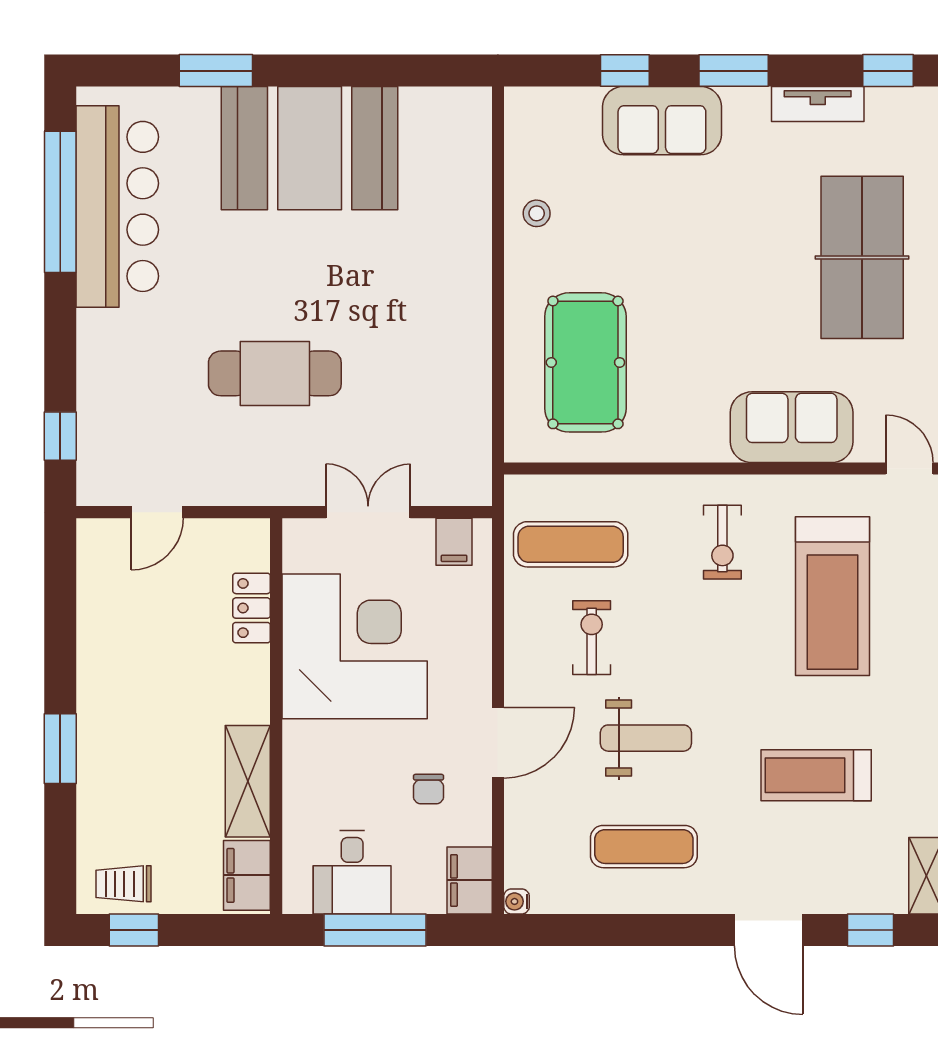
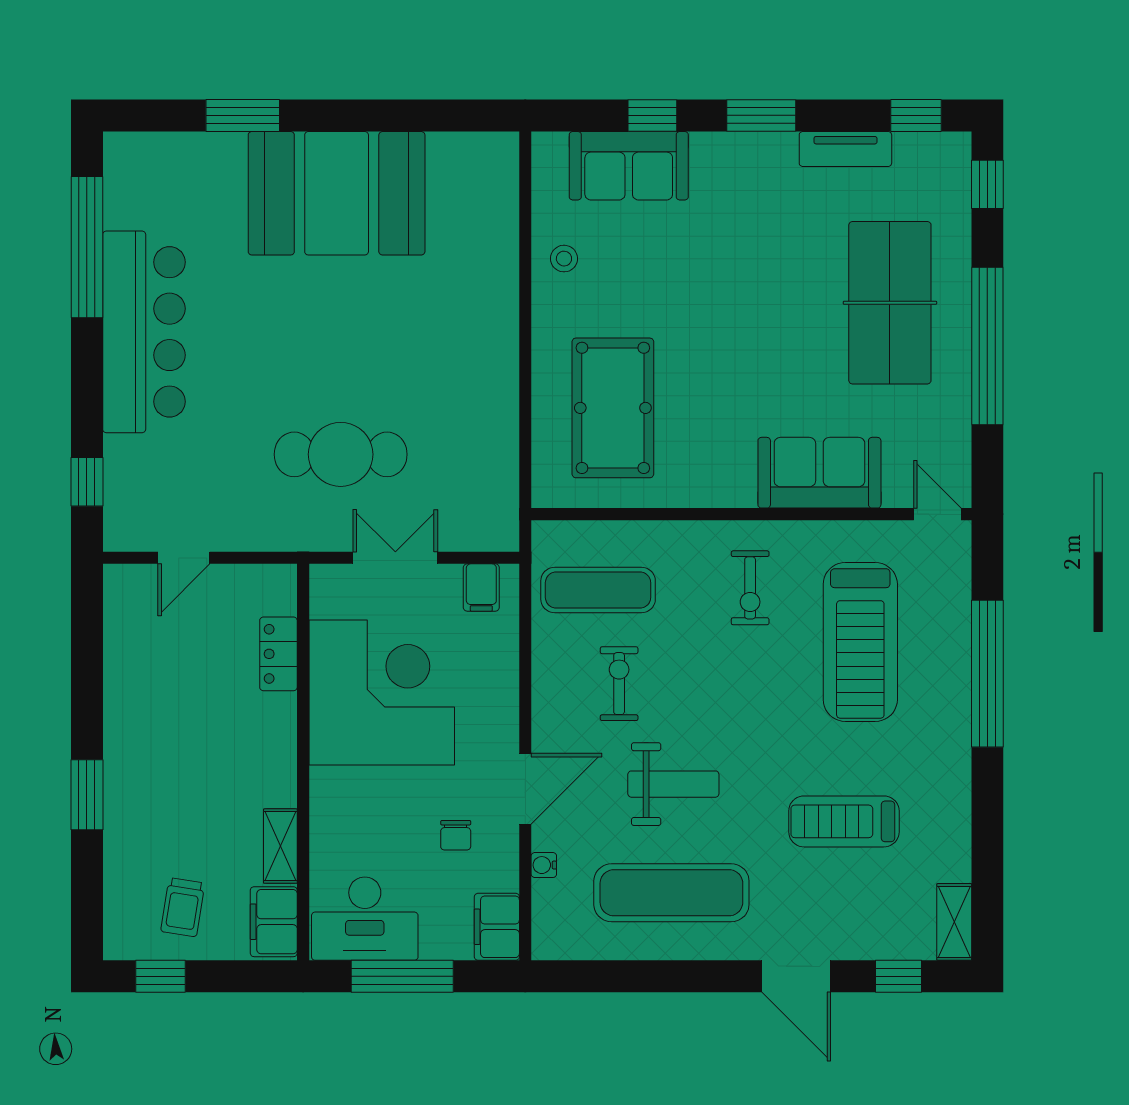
sofa: (662, 121) -> (629, 166), moved
bar counter: (117, 206) -> (144, 332), moved
cafe table: (275, 373) -> (341, 454), moved
shelving: (248, 781) -> (280, 846), width x0.67, depth x0.75
exercise mat: (644, 847) -> (671, 893), width x1.36, depth x1.45
desk: (352, 872) -> (365, 919), width x1.37
trolley: (123, 884) -> (183, 907), moved, turned -81
water cooler: (517, 901) -> (544, 865), moved

